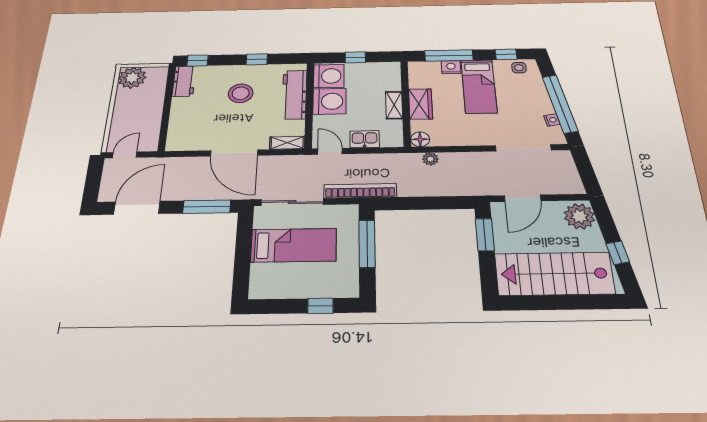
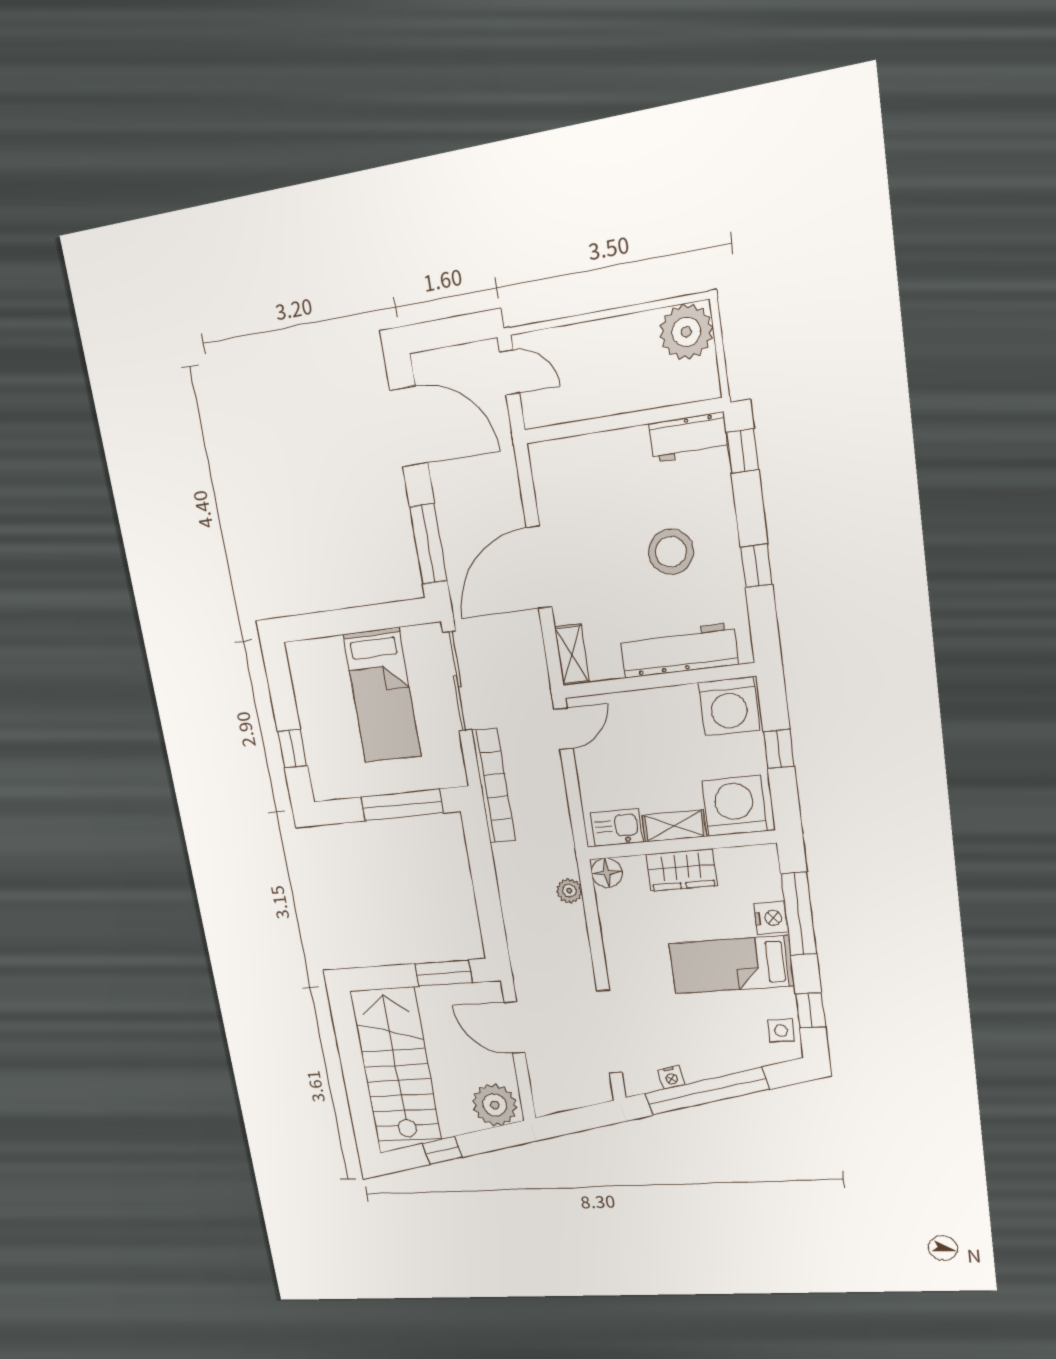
washing machine: (329, 101) -> (734, 806), moved, turned 180
kitchen sink: (365, 139) -> (617, 827), moved, turned -90

